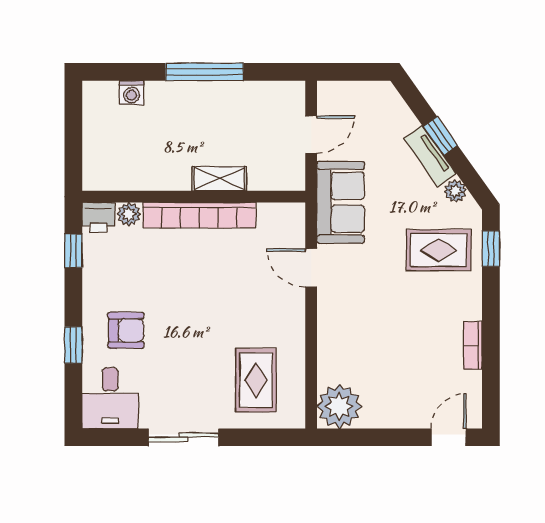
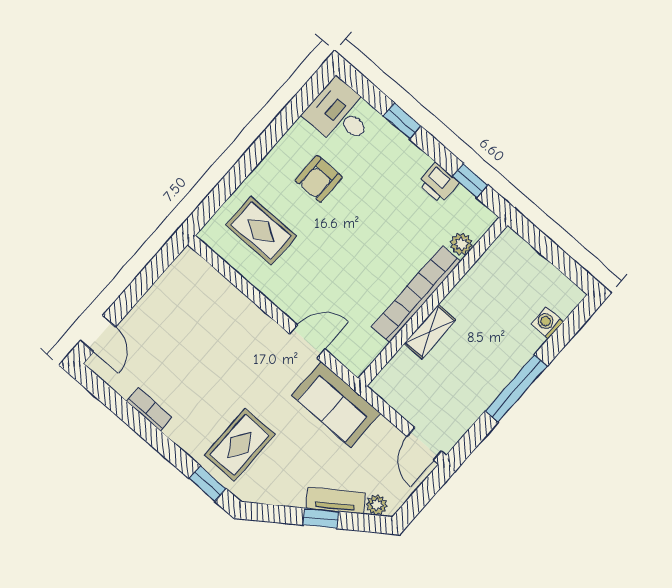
door: (311, 135) -> (424, 444), moved
tv unit: (430, 156) -> (336, 500), moved
plant: (455, 191) -> (377, 505), moved
printer: (98, 217) -> (438, 183), moved, turned -90
armchair: (126, 330) -> (319, 179), moved
plant: (339, 406) -> (190, 274), removed
sliding door: (184, 437) -> (266, 142), removed

